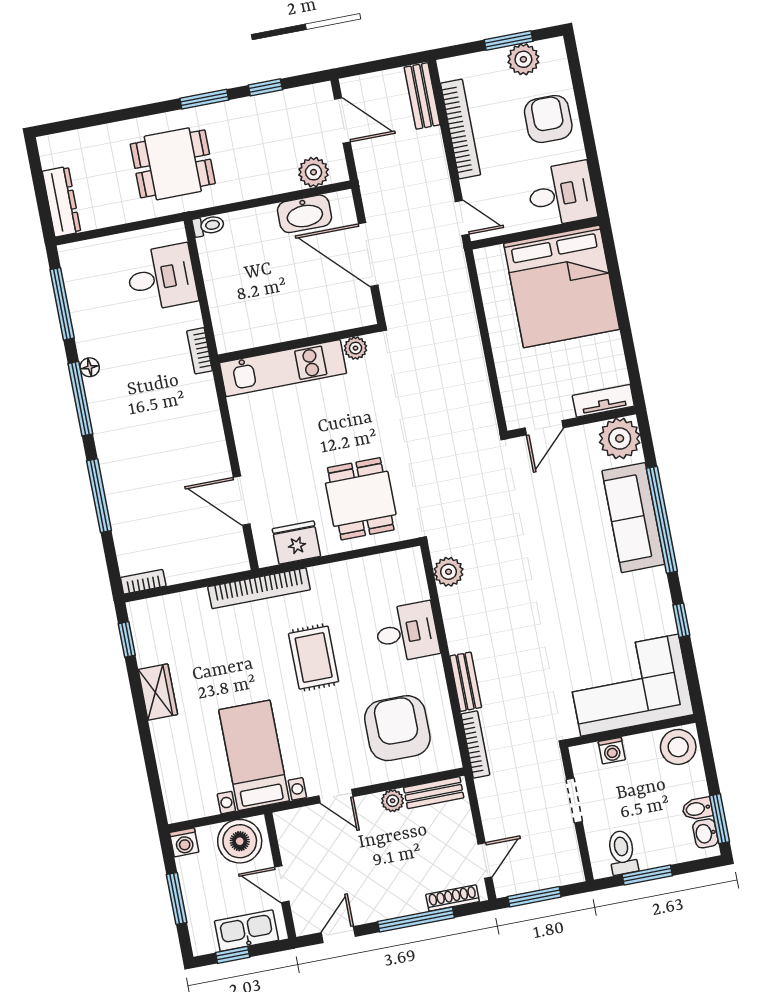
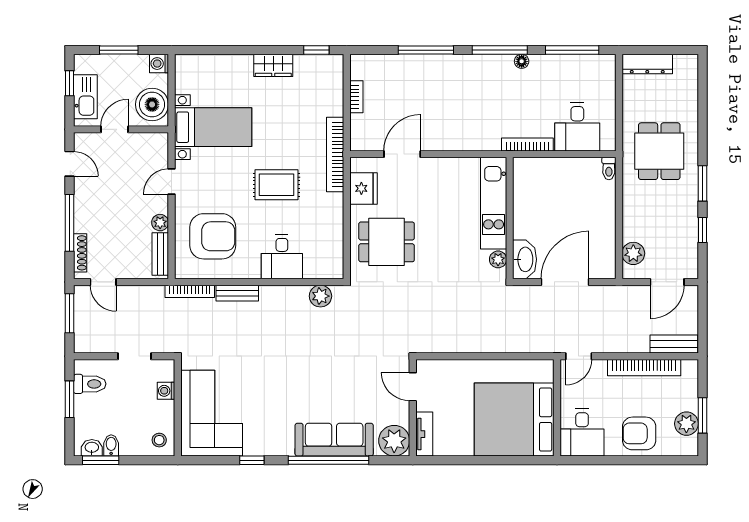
armchair: (548, 119) -> (639, 433), turned 180
washbasin: (304, 214) -> (525, 259), moved, turned 180
bookcase: (200, 351) -> (527, 144), width x1.56
bookcase: (143, 582) -> (356, 97), moved
stool: (678, 747) -> (159, 440), width x0.53, depth x0.53

